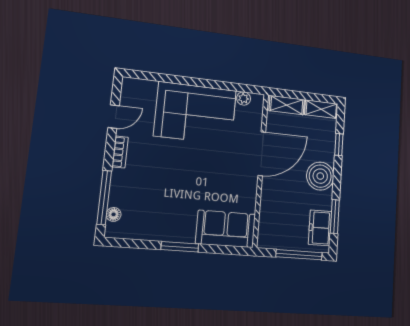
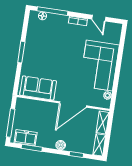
door: (262, 154) -> (73, 104), hinge flipped
boiler: (320, 176) -> (61, 145), width x0.54, depth x0.54
sofa: (226, 229) -> (38, 88), moved, turned -90

